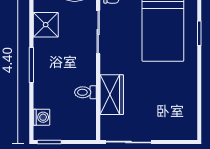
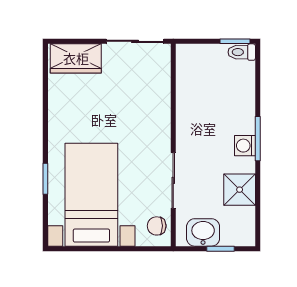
toilet: (85, 92) -> (242, 52), moved, turned 180
wardrobe: (112, 95) -> (76, 58), moved, turned -90
washing machine: (41, 117) -> (245, 146), moved

